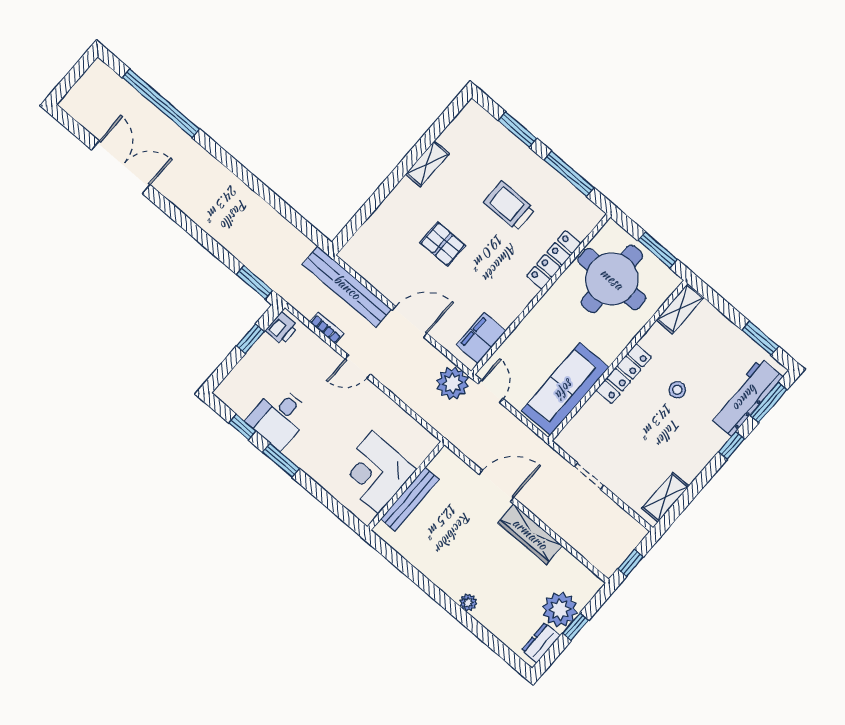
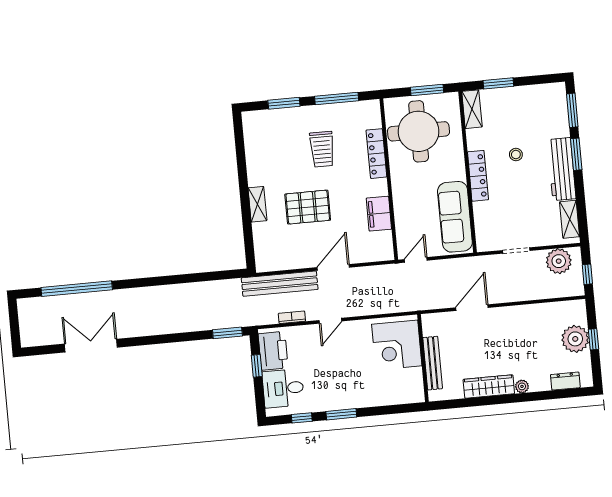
shelving: (427, 164) -> (257, 204), moved
trolley: (509, 206) -> (322, 149), turned -90
pallet: (443, 244) -> (308, 207), width x1.50, depth x1.42
printer: (282, 328) -> (273, 351), width x1.87, depth x1.48
filing cabinet: (481, 338) -> (379, 214), moved
window: (760, 338) -> (498, 83), moved
plant: (452, 383) -> (559, 261), moved
door: (490, 391) -> (416, 260), hinge flipped
workbench: (746, 397) -> (562, 169), moved
desk: (279, 417) -> (283, 388), moved, turned 90
window: (732, 445) -> (576, 154), width x1.50
corner desk: (375, 472) -> (397, 345), moved
wardrobe: (530, 534) -> (489, 386), moved, turned 180
dresser: (541, 643) -> (565, 381), moved, turned 90

